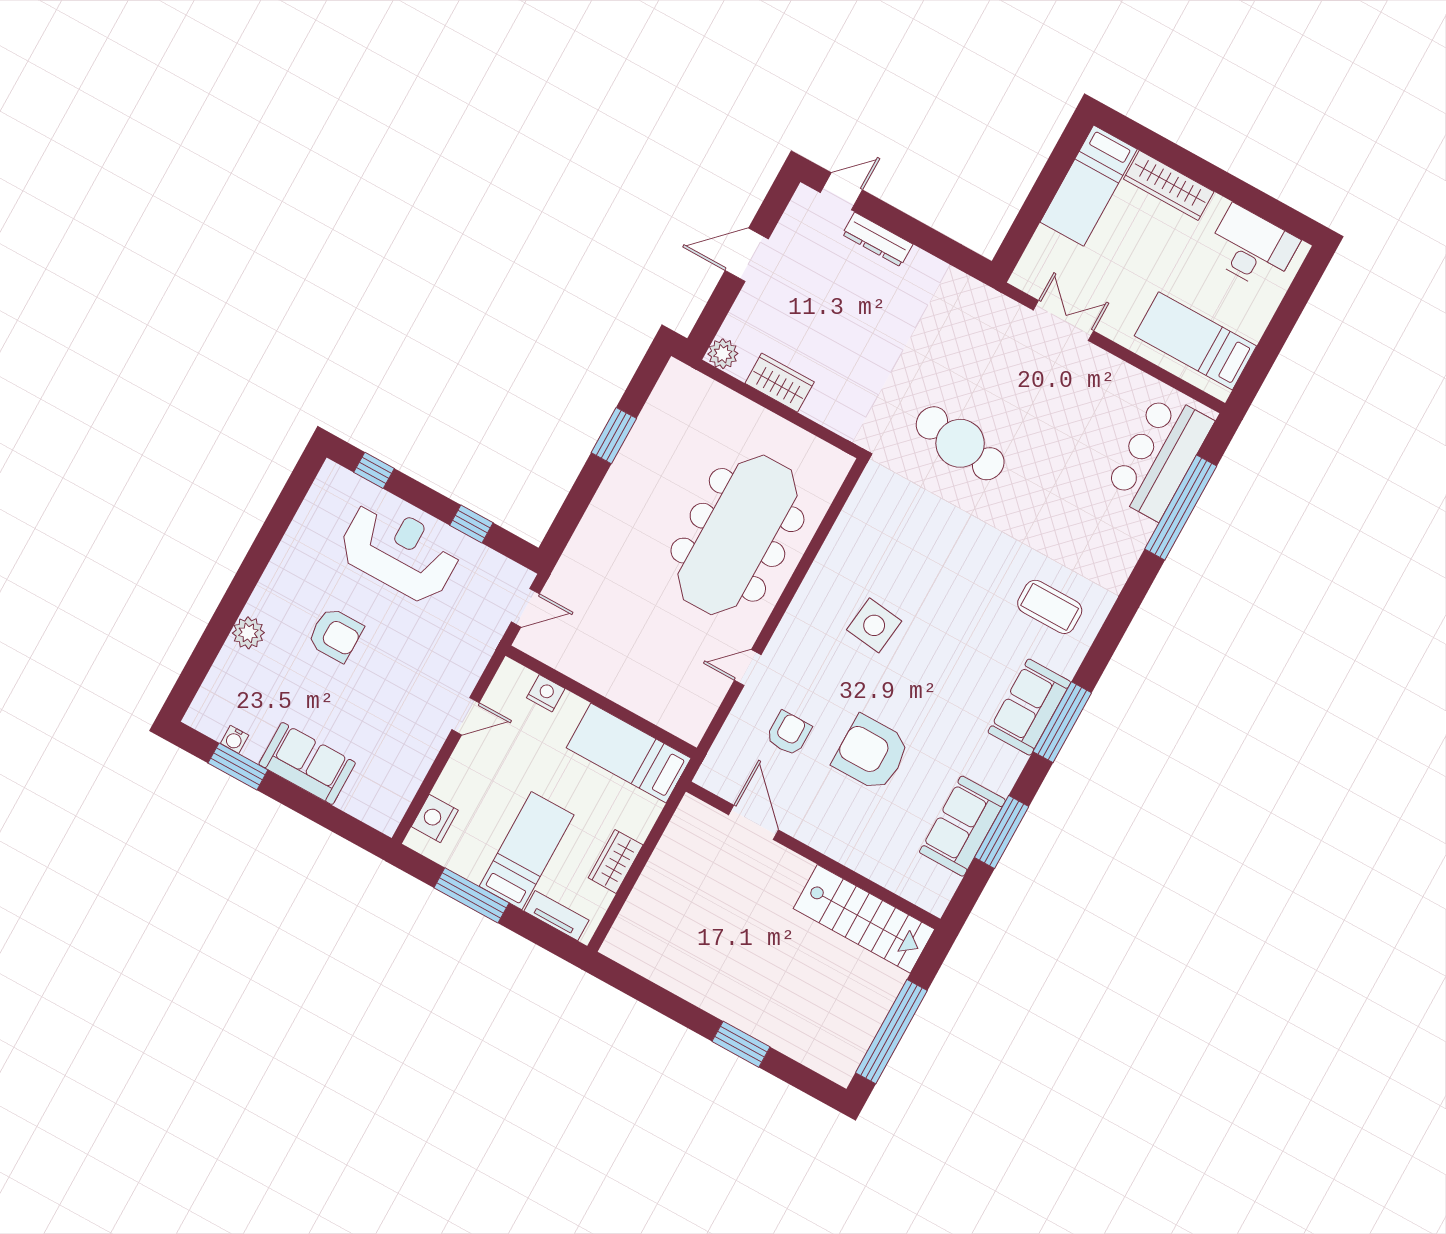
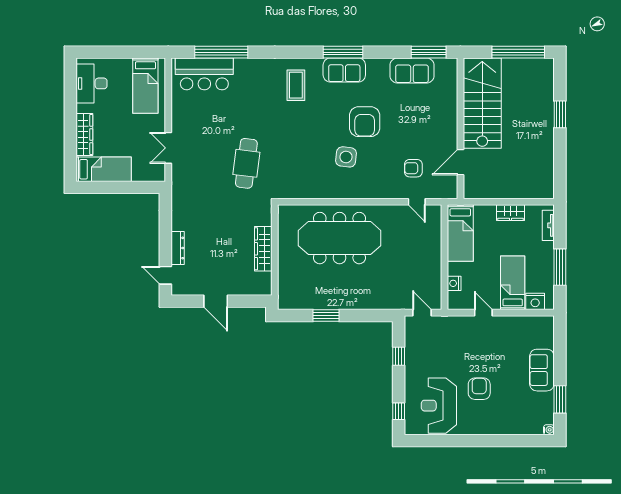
plant: (723, 354) -> (264, 288), removed
wardrobe: (780, 383) -> (263, 249), width x1.50
reception desk: (400, 551) -> (439, 406), moved
plant: (248, 633) -> (499, 427), removed
door: (748, 667) -> (417, 202), moved
water cooler: (235, 739) -> (549, 430), moved
armchair: (871, 753) -> (365, 122), moved
window: (1002, 832) -> (429, 52), moved
bed: (527, 851) -> (513, 283), moved, turned 90
stairs: (864, 919) -> (482, 103), width x1.36, depth x1.51

